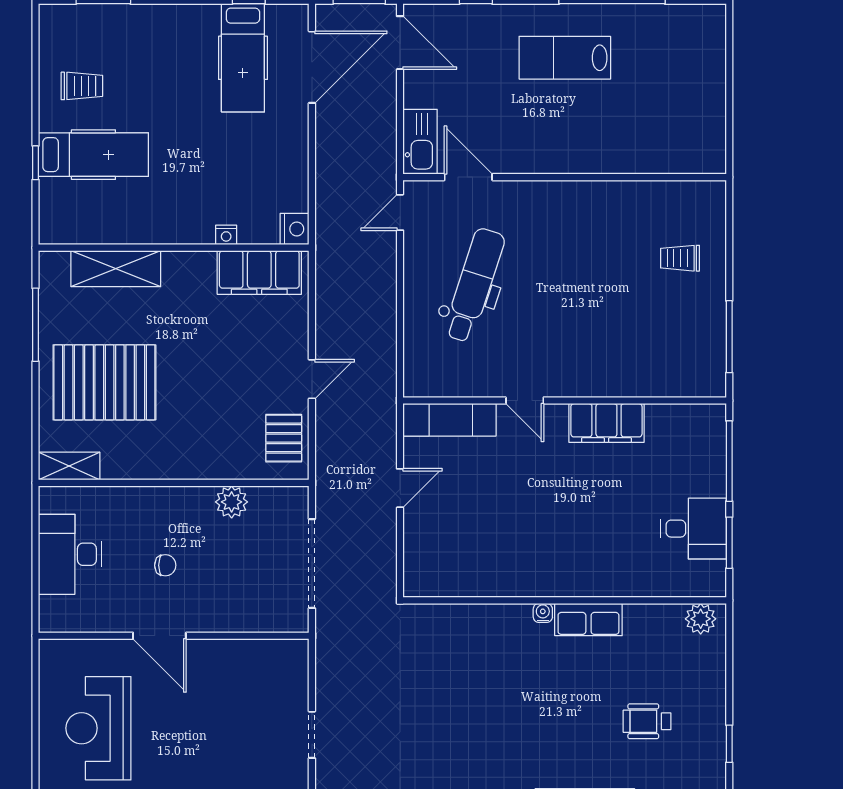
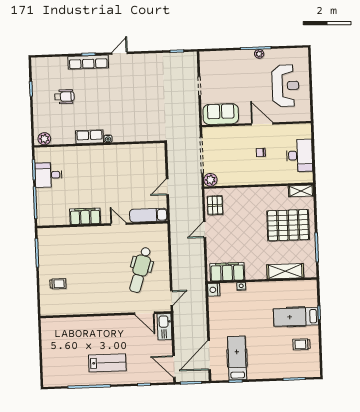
plant: (232, 502) -> (210, 180), moved
sofa: (261, 664) -> (221, 114), added

